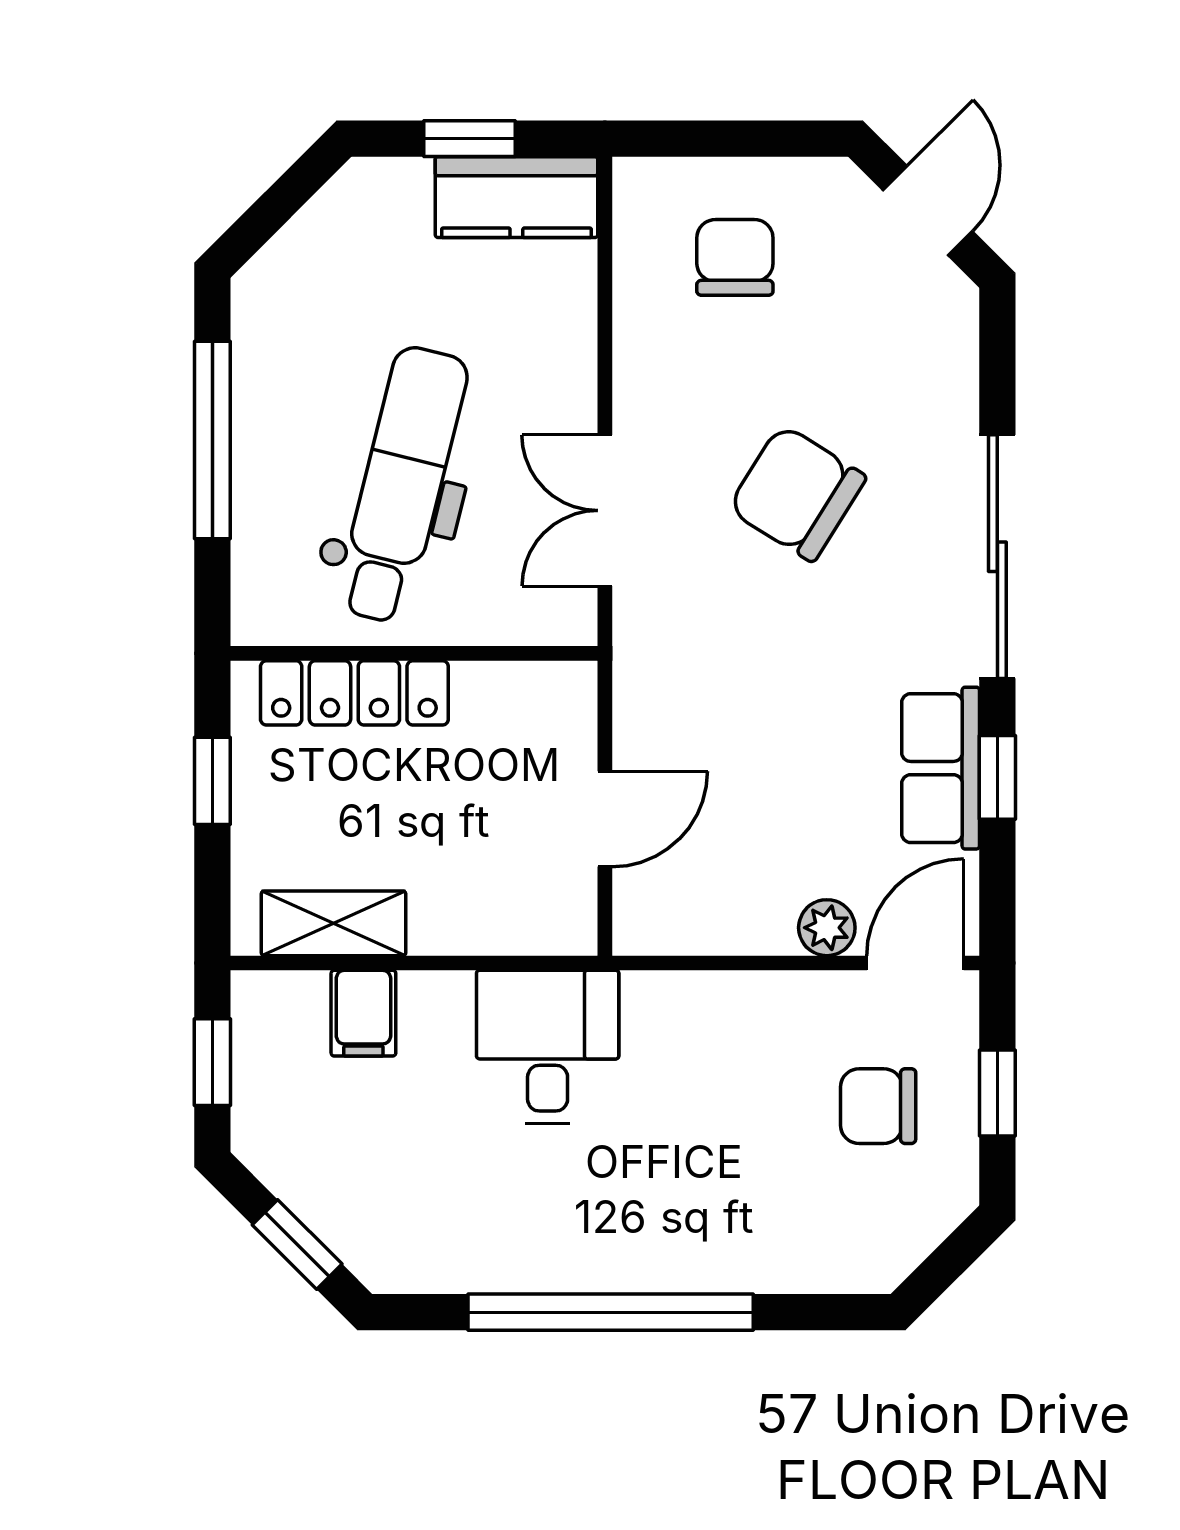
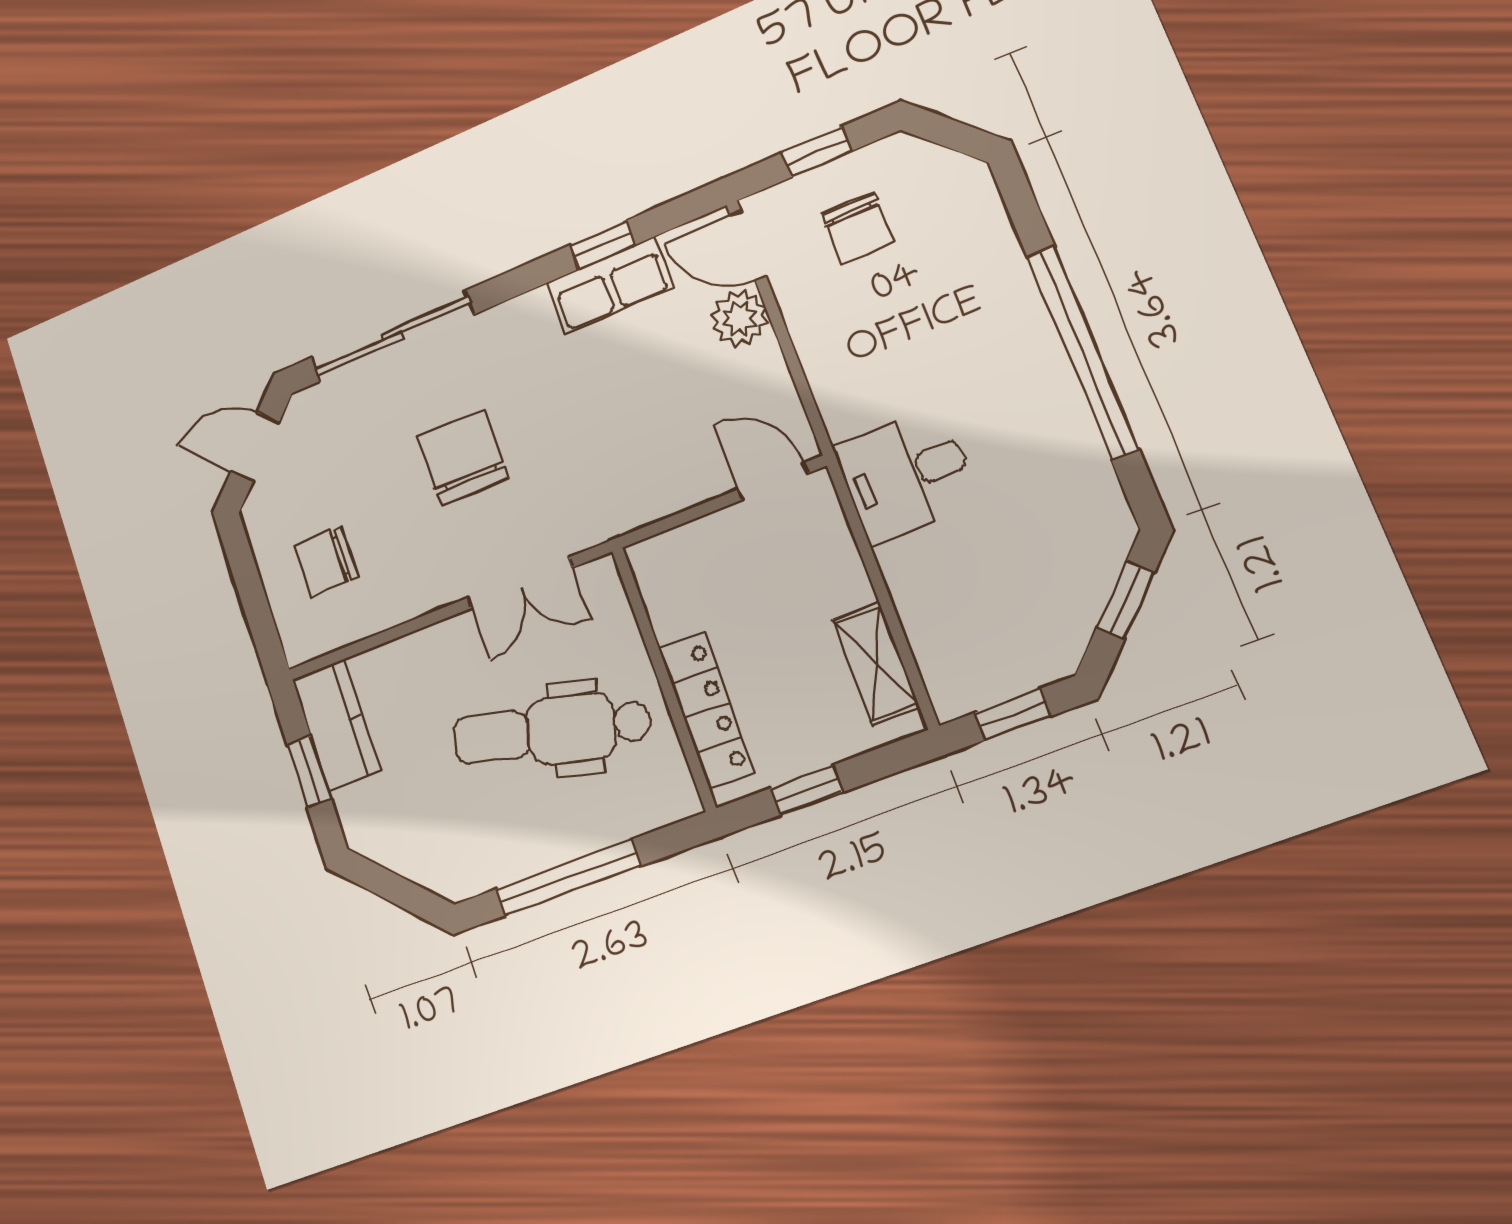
chair: (797, 493) -> (463, 457), turned 148
sliding door: (997, 557) -> (392, 336), moved
door: (605, 819) -> (773, 481), moved
plant: (827, 928) -> (739, 319), width x1.38, depth x1.38
filing cabinet: (363, 1013) -> (933, 617), removed

